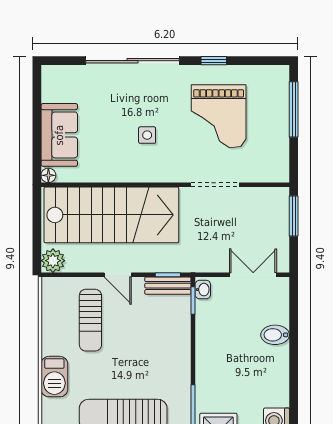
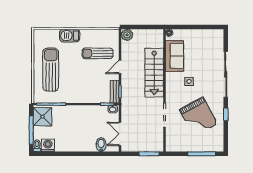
grand piano: (219, 116) -> (198, 117), turned -118
sofa: (59, 135) -> (174, 56), moved, turned -90
stairs: (111, 215) -> (154, 73), width x0.73, depth x0.66
double door: (253, 275) -> (120, 134), swing flipped
bidet: (275, 335) -> (101, 145), moved

